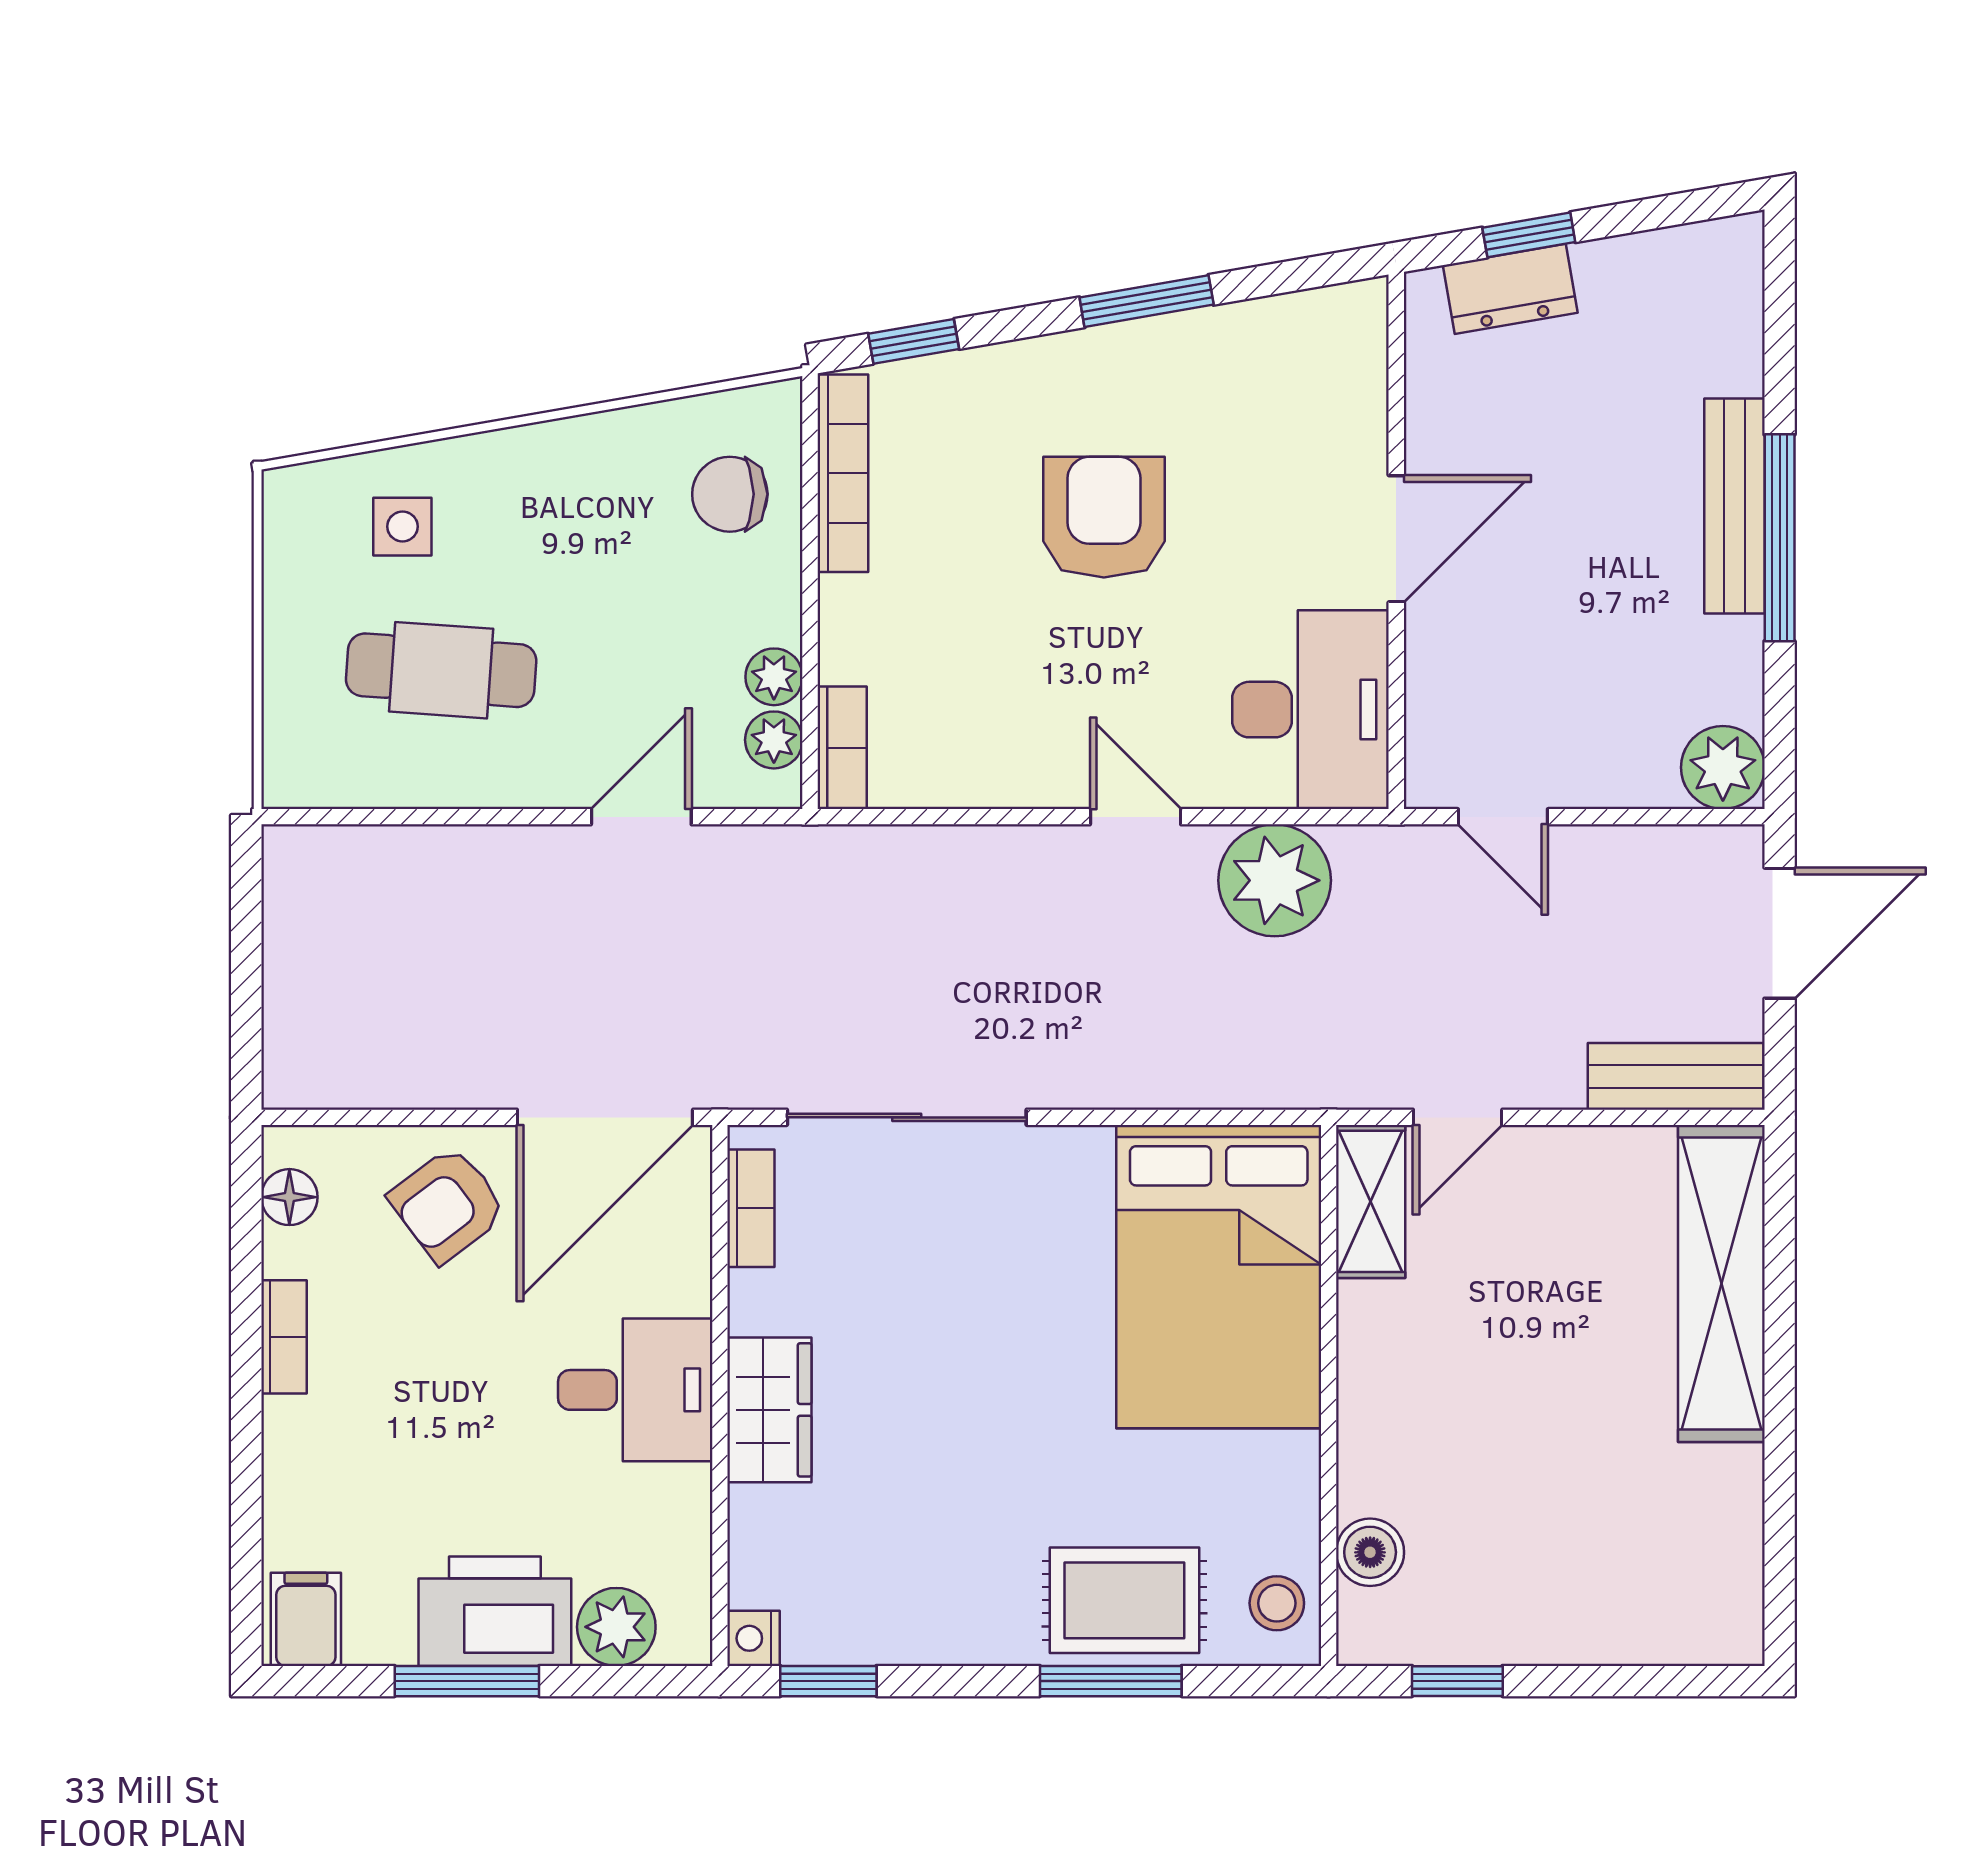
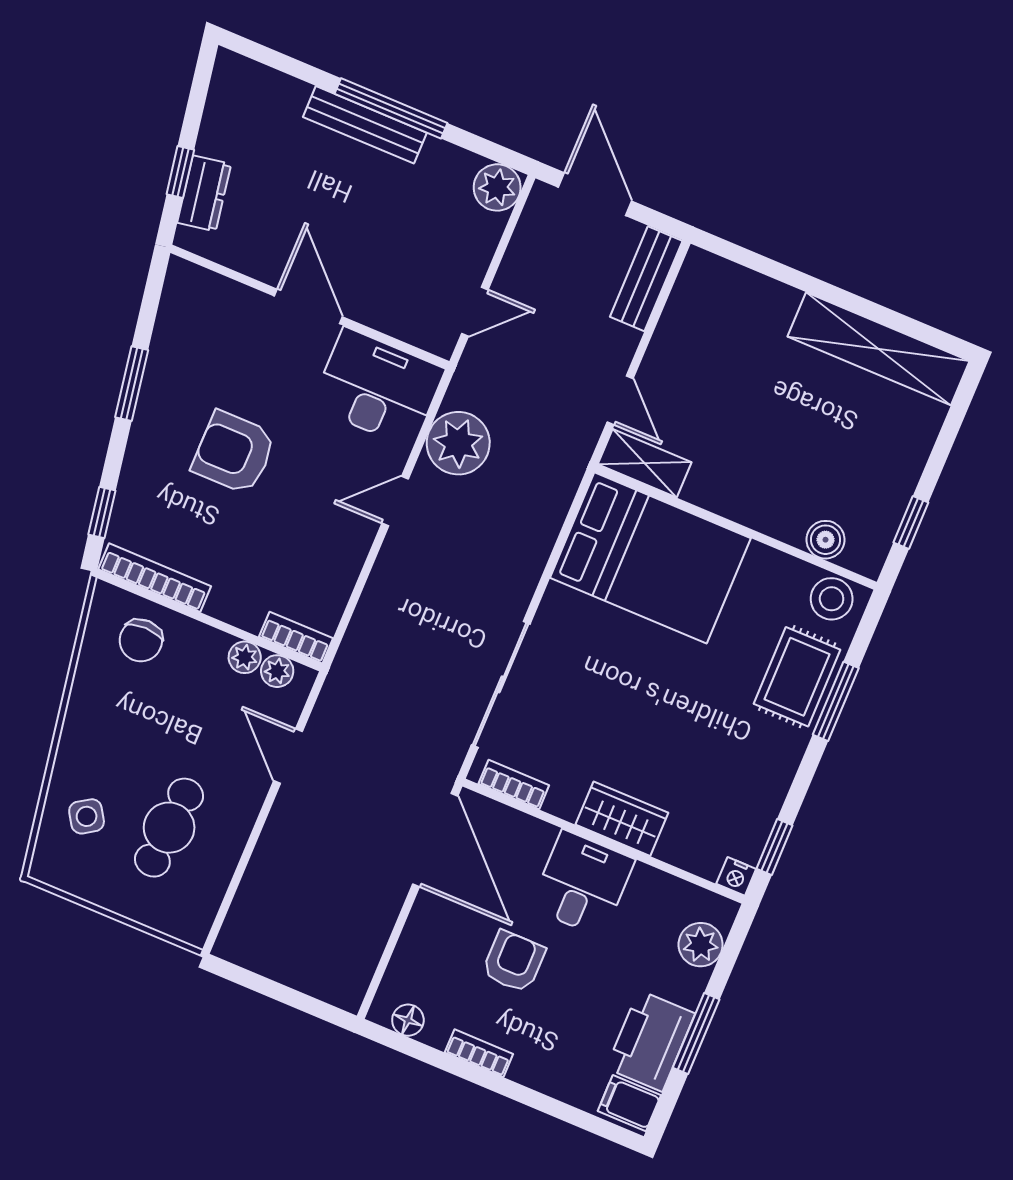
side table: (402, 527) -> (87, 816), turned -33
armchair: (448, 1204) -> (514, 962), moved, turned -143
shelving: (1721, 1283) -> (879, 349), moved
stool: (1277, 1603) -> (832, 599), width x1.37, depth x1.37
printer: (495, 1611) -> (651, 1041), moved

